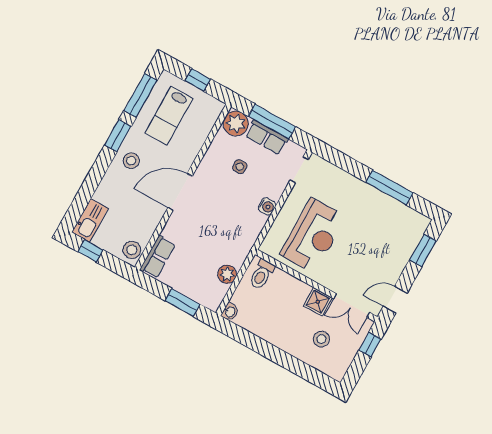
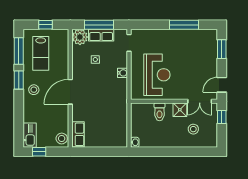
plant: (227, 274) -> (121, 122), removed
toilet: (262, 274) -> (159, 112), moved
window: (183, 303) -> (106, 152), removed

